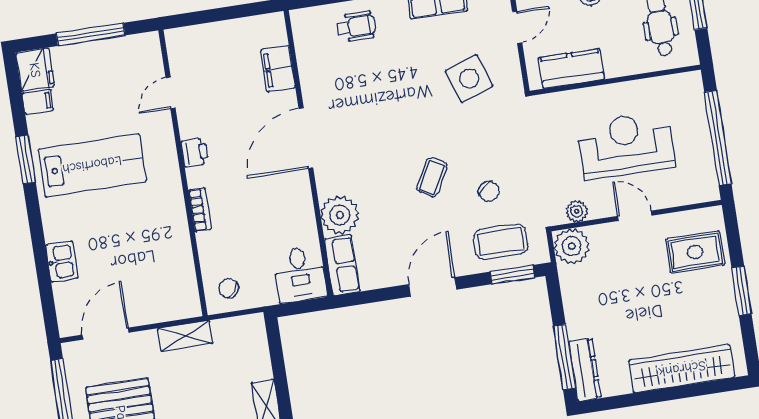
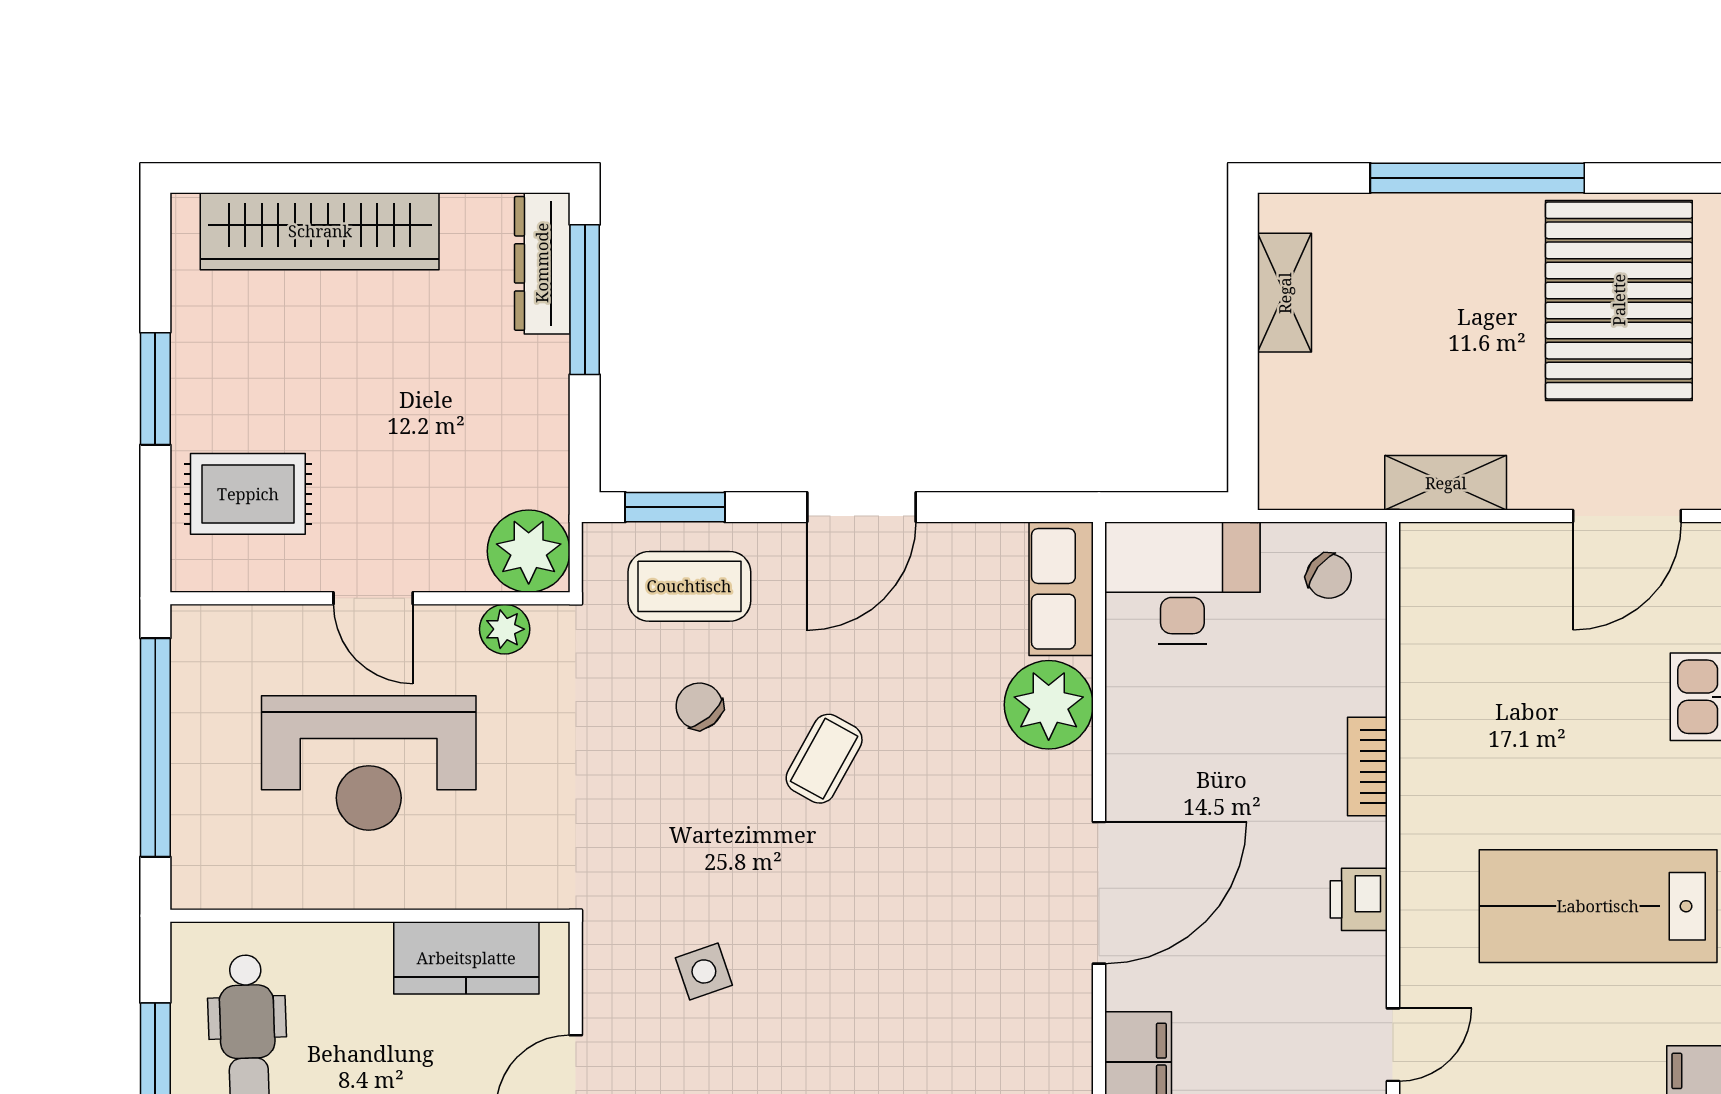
side table: (469, 79) -> (704, 971), width x0.54, depth x0.54
desk: (300, 274) -> (1182, 583), width x1.37

